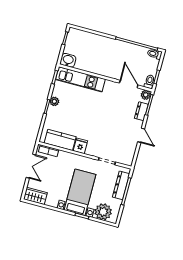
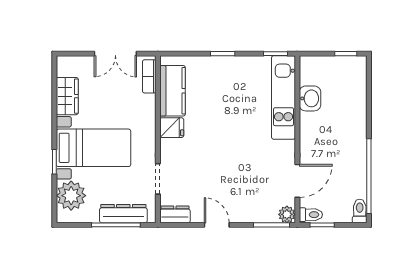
washbasin: (68, 60) -> (310, 98), moved
plant: (54, 101) -> (235, 64), removed
dresser: (141, 111) -> (175, 214), moved
door: (141, 135) -> (217, 225), swing flipped
wardrobe: (35, 196) -> (67, 96), moved

